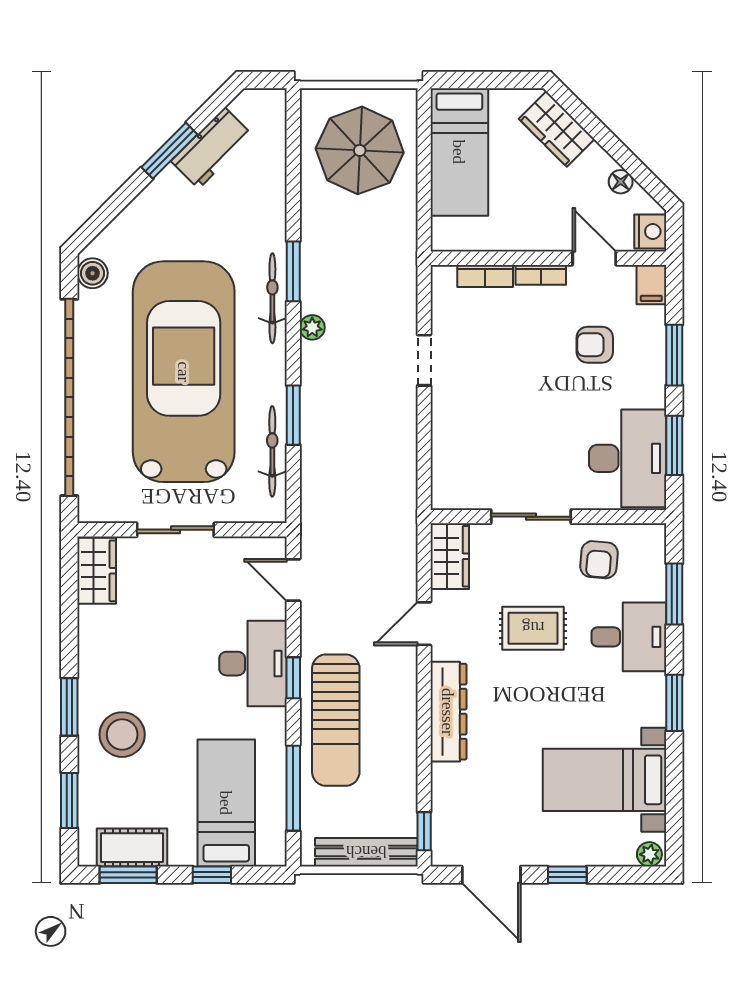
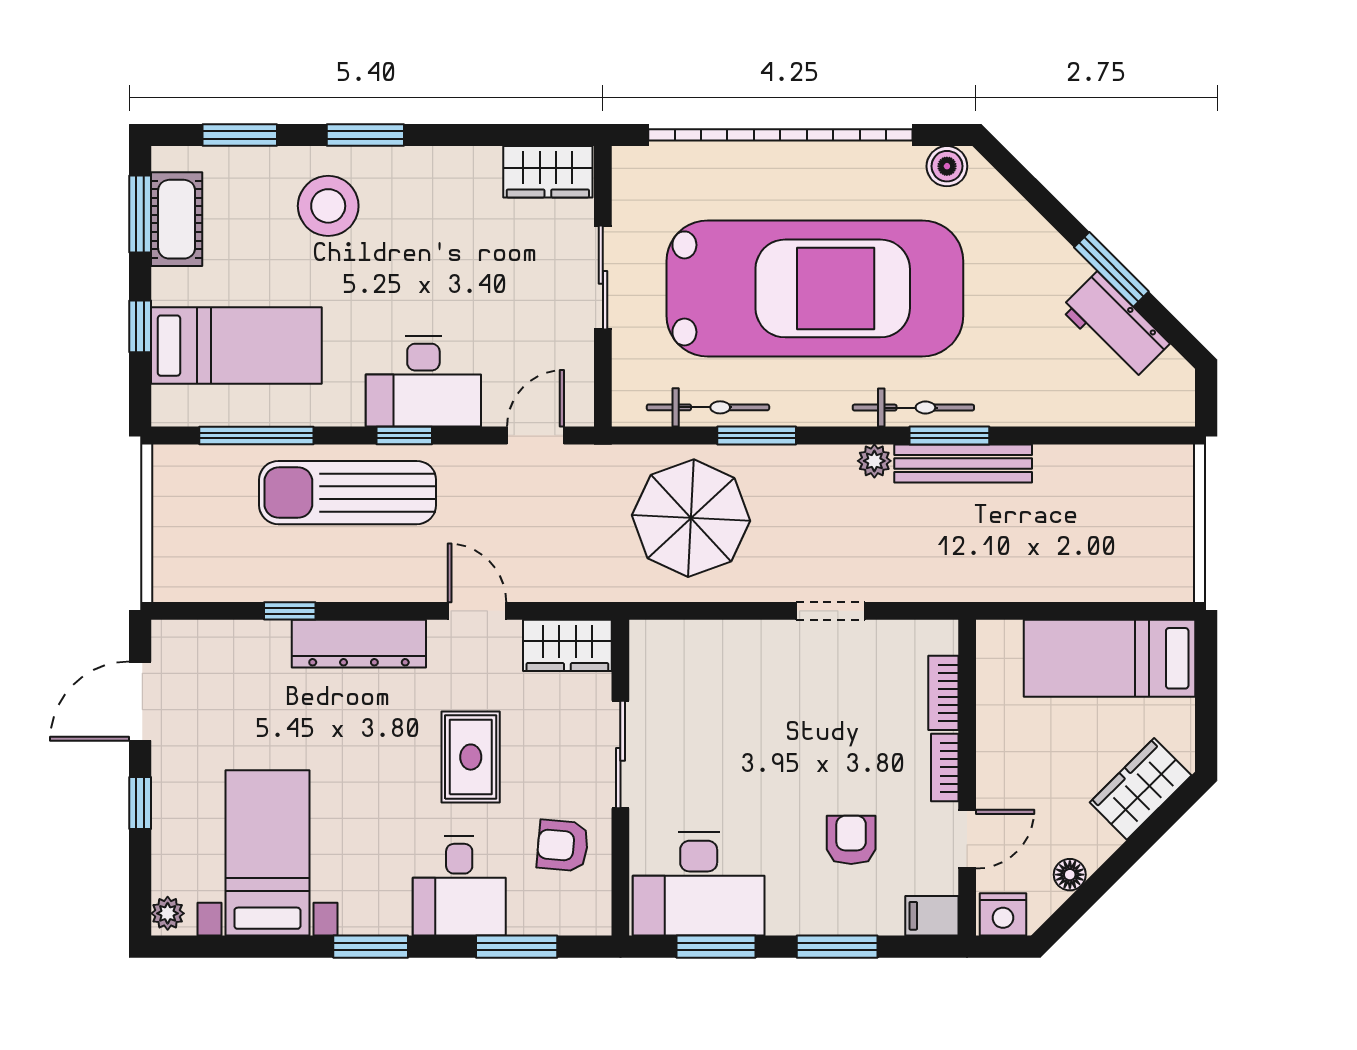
parasol: (360, 150) -> (691, 518), moved
window: (424, 831) -> (290, 611), moved
bench: (366, 852) -> (963, 463), moved, turned 90

